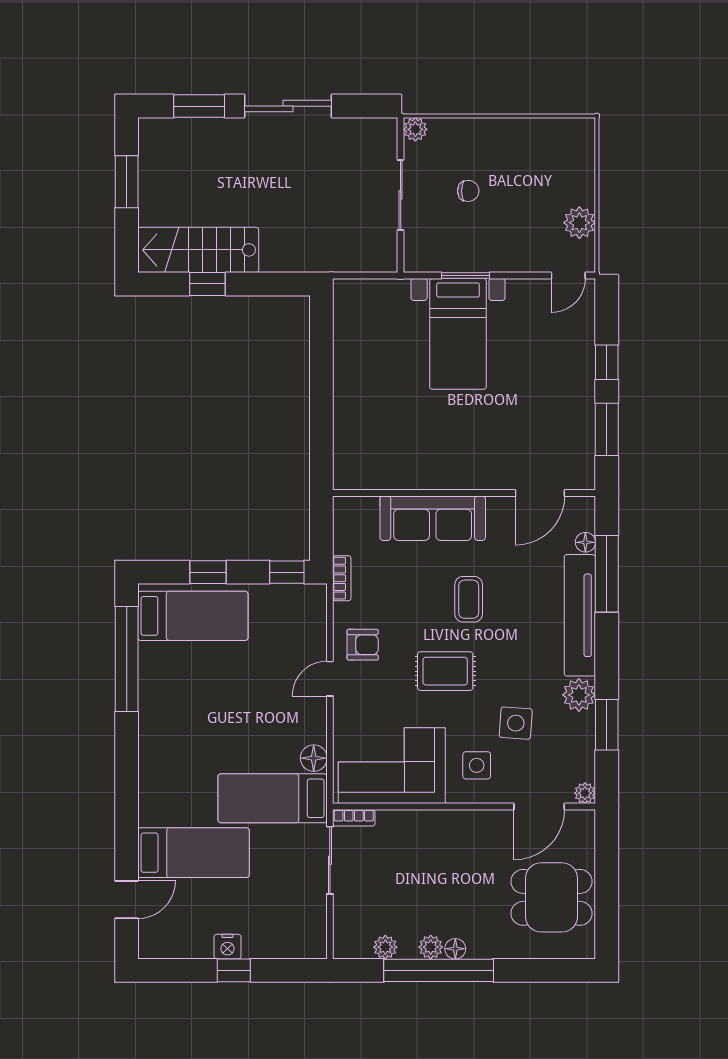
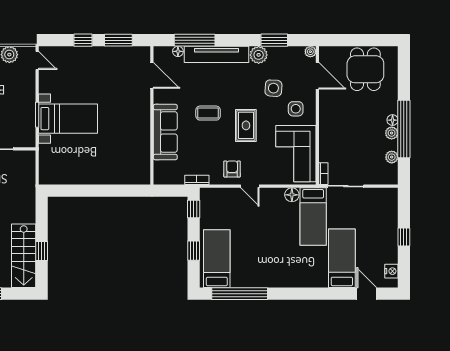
nightstand: (228, 947) -> (391, 271), moved

